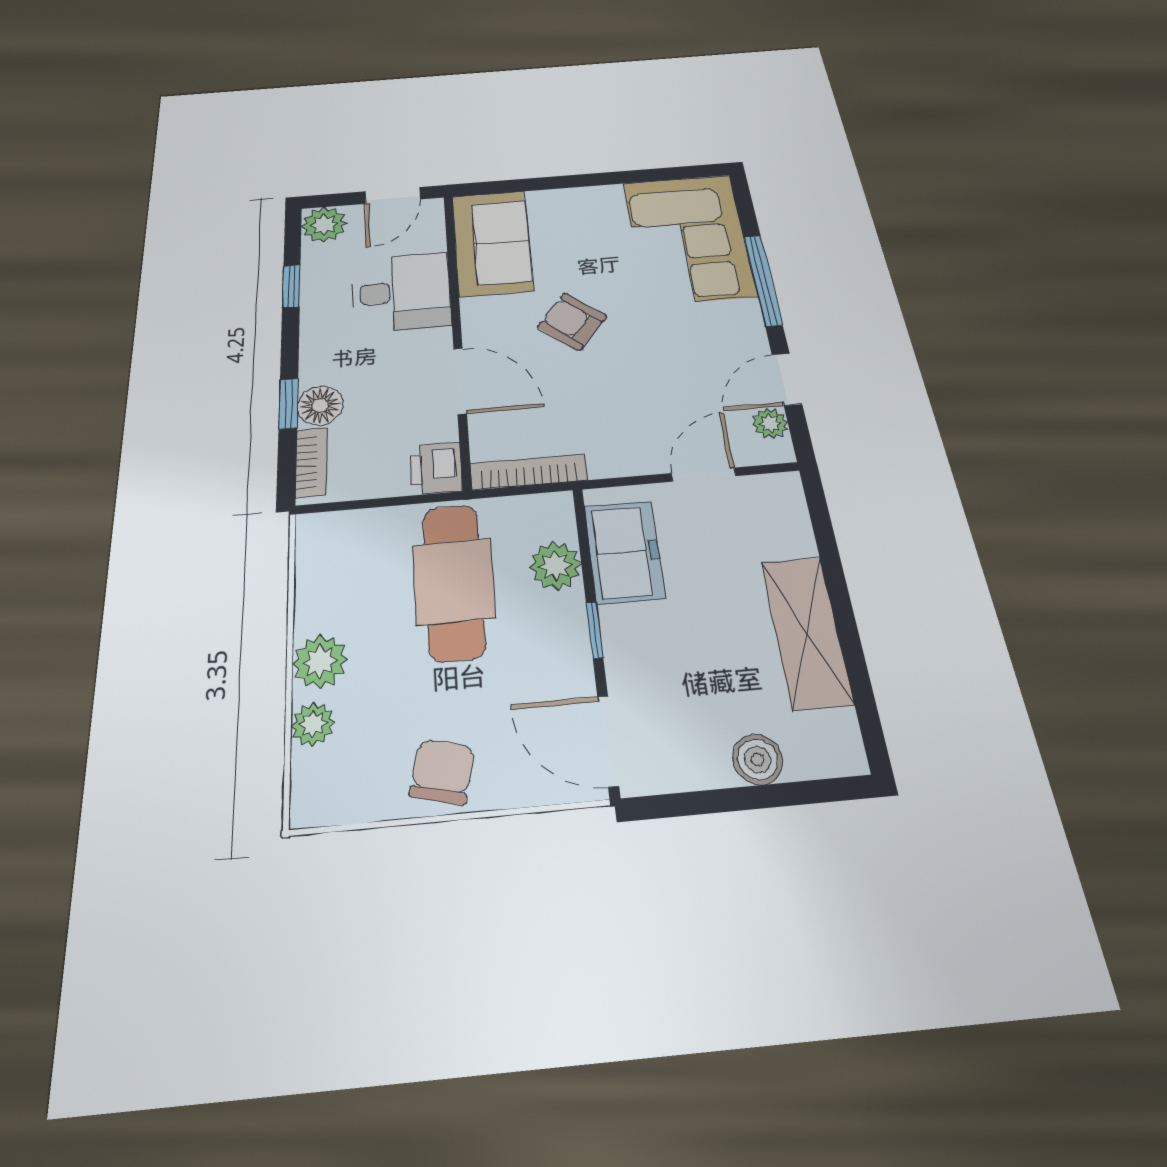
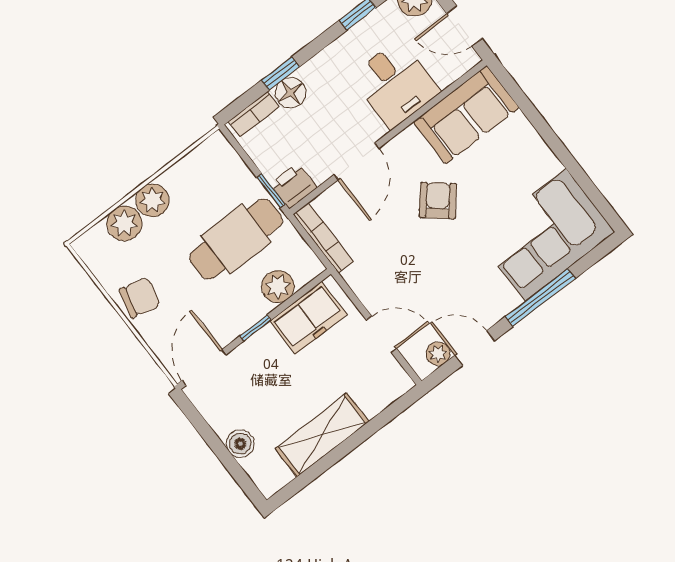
window: (422, 499) -> (271, 191), added
plant: (313, 724) -> (124, 223), width x1.38, depth x1.38

